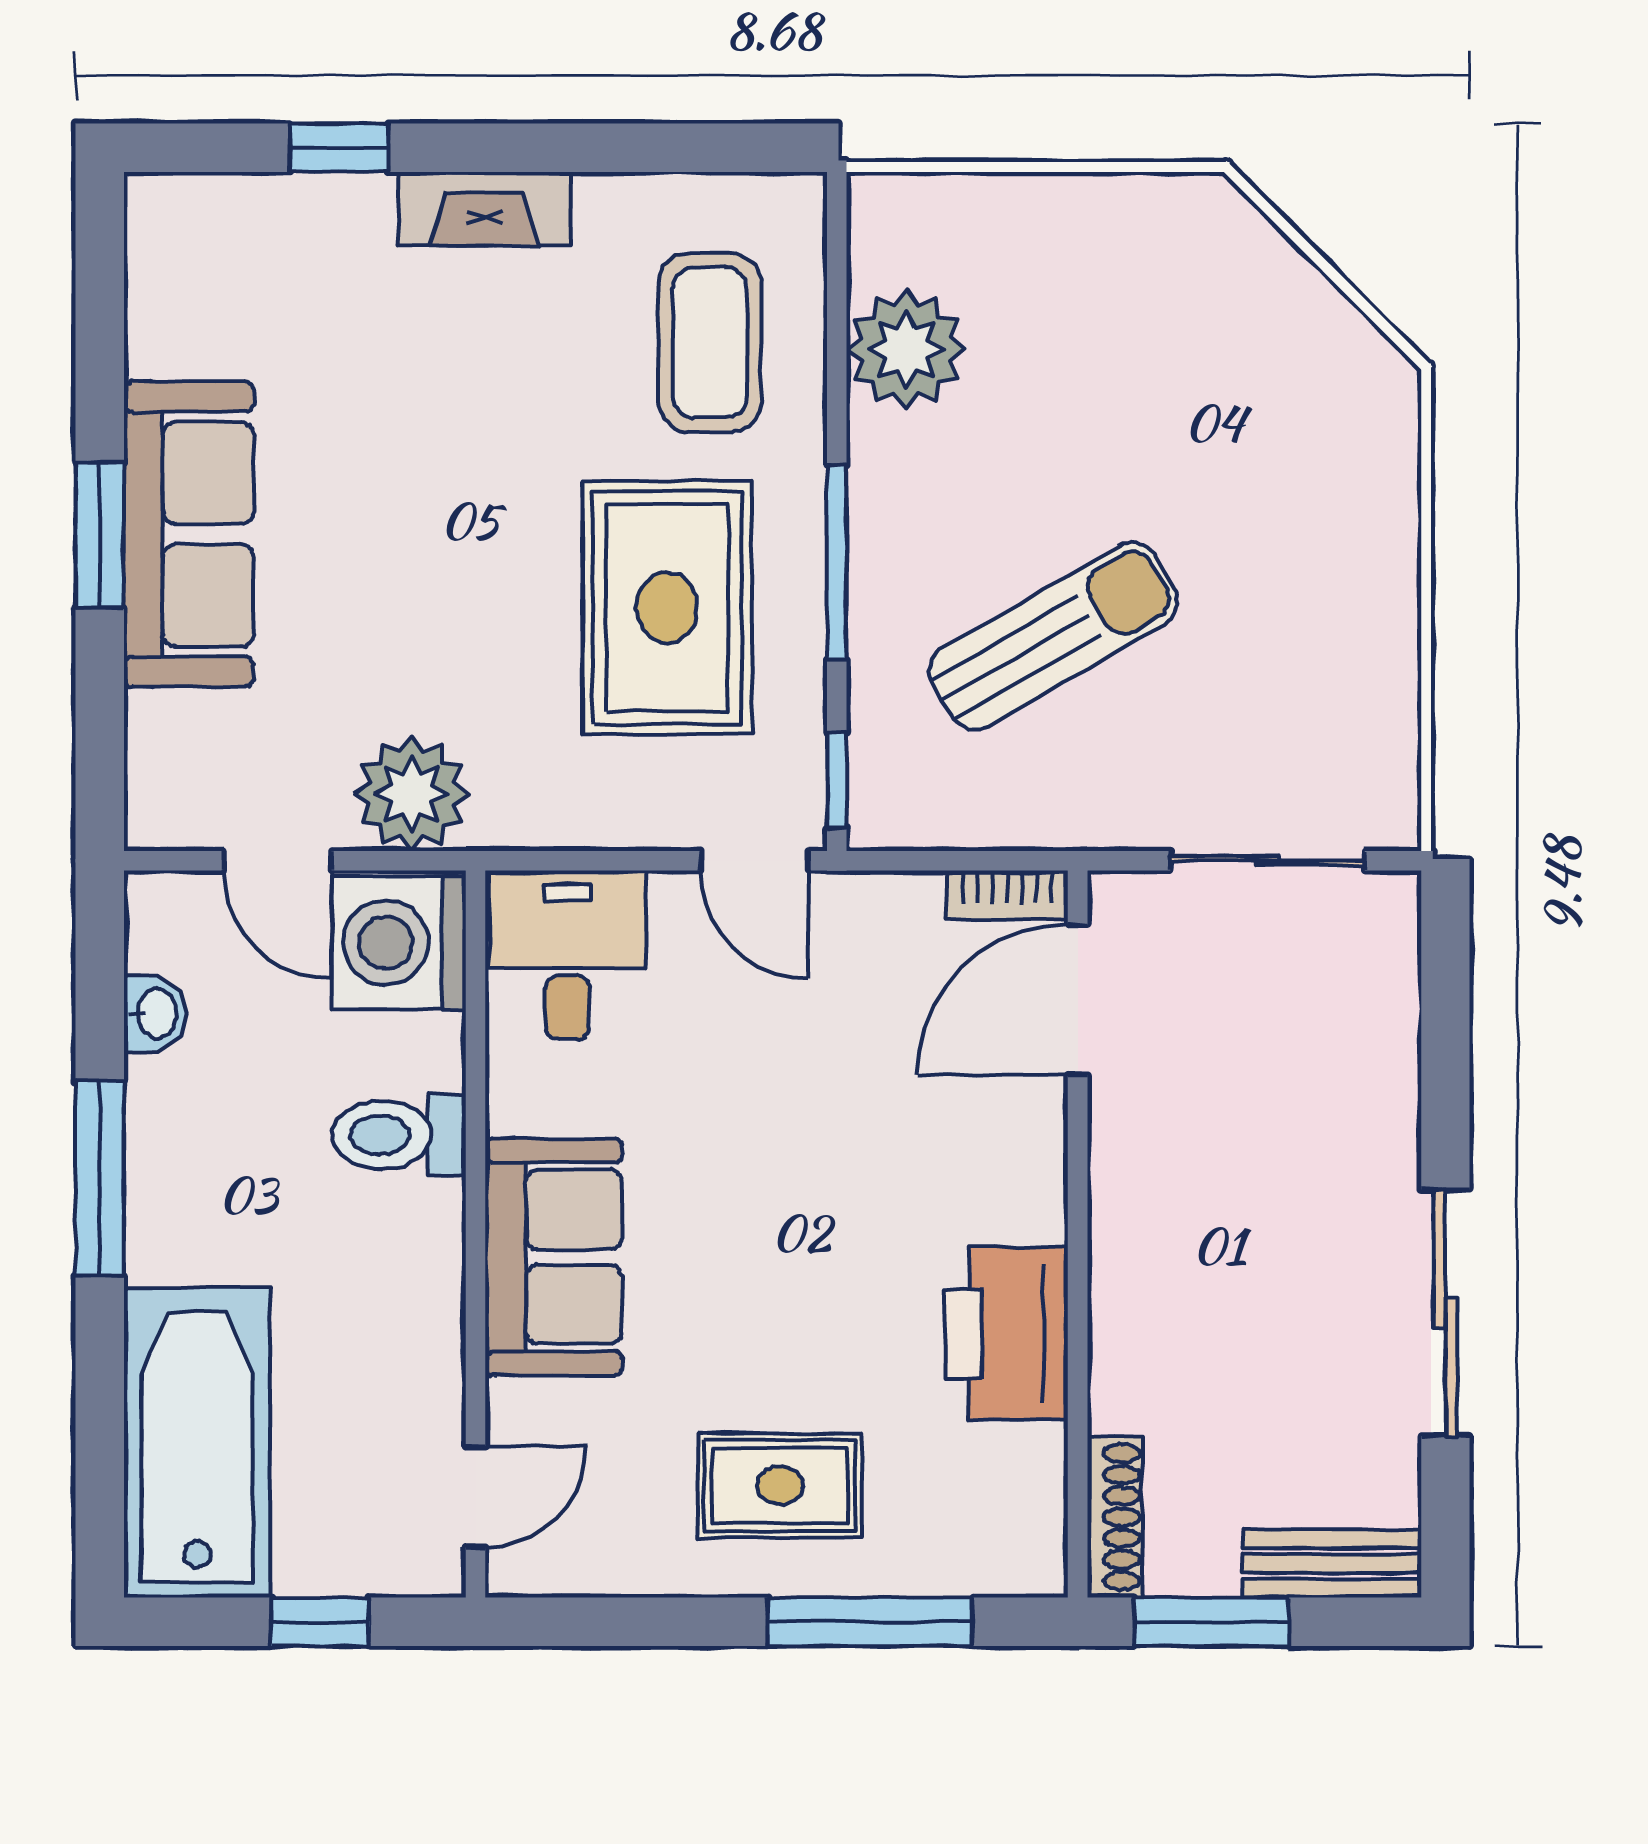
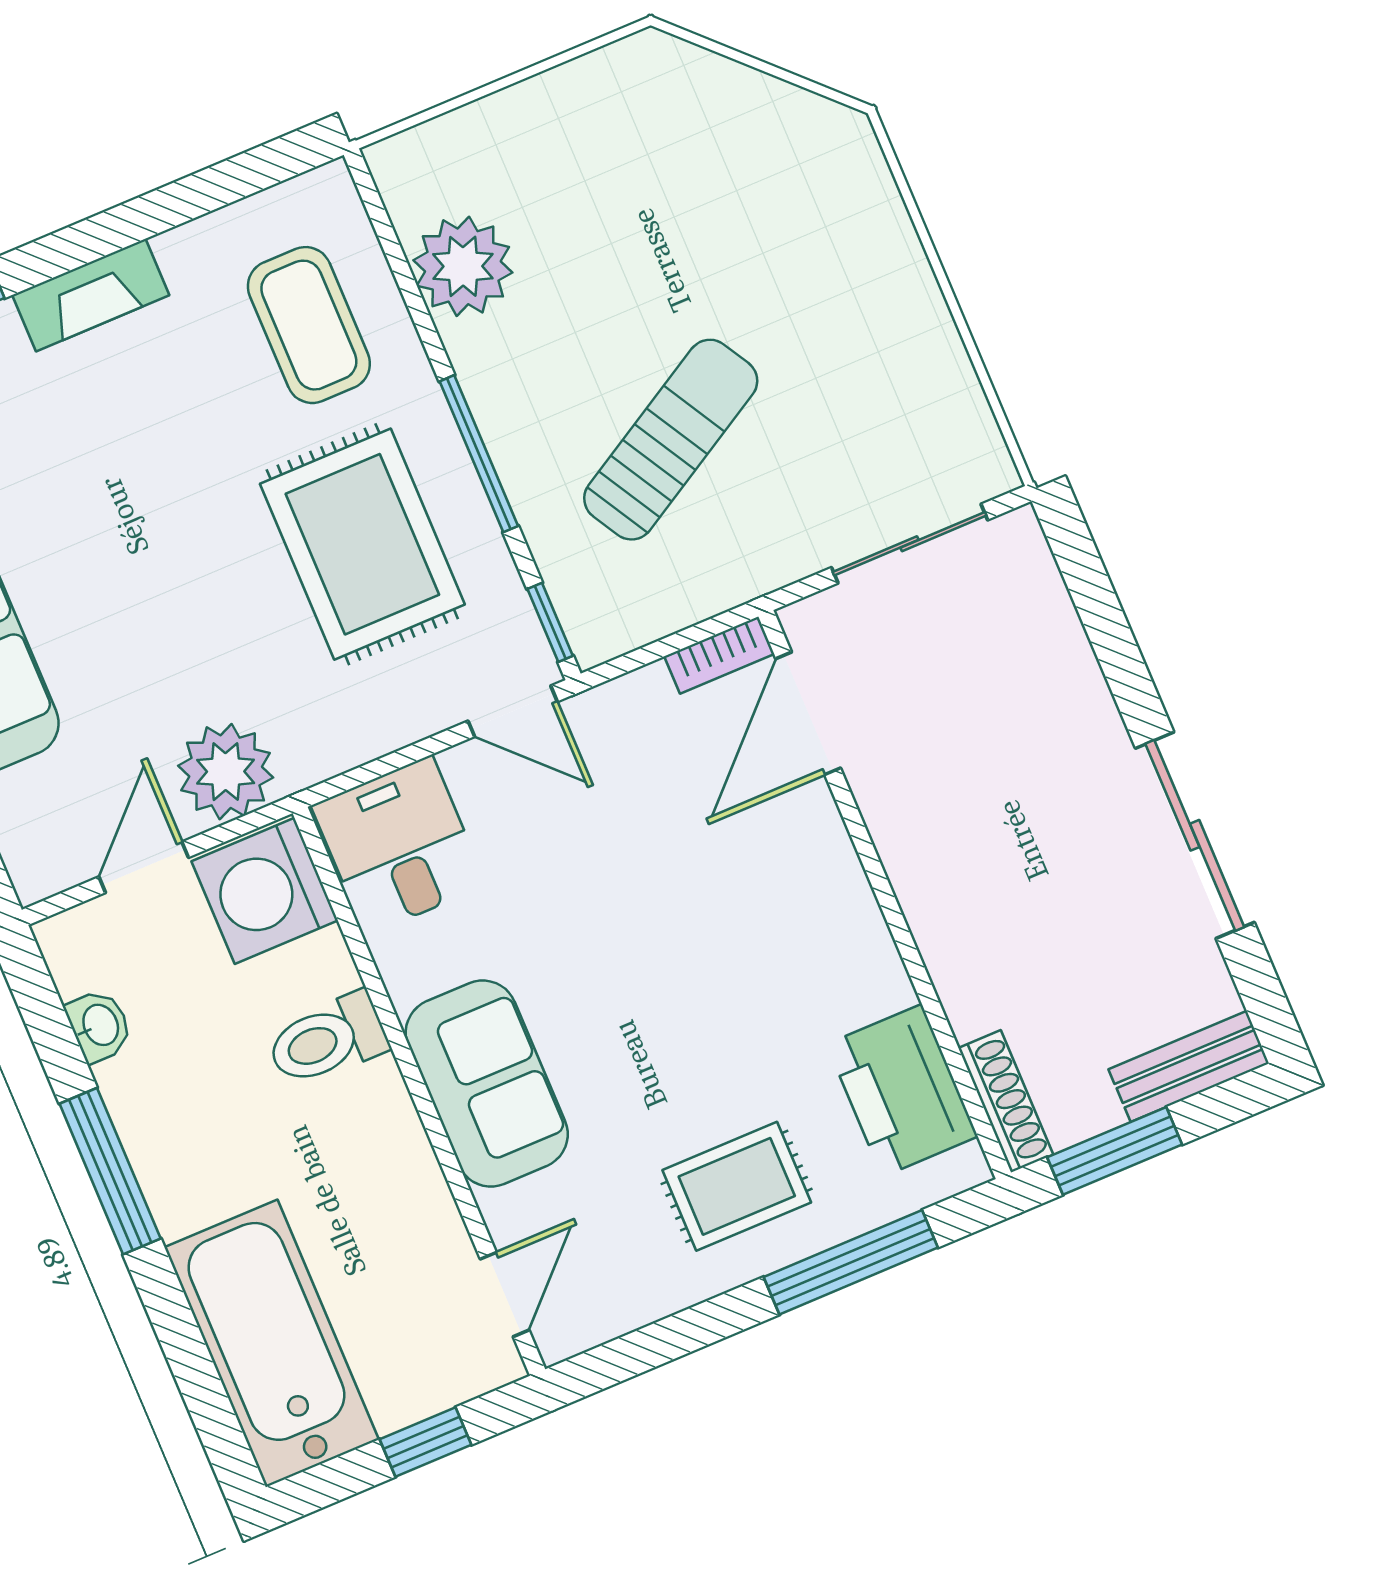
door: (277, 861) -> (144, 867), swing flipped
printer: (1006, 1334) -> (902, 1090), moved

